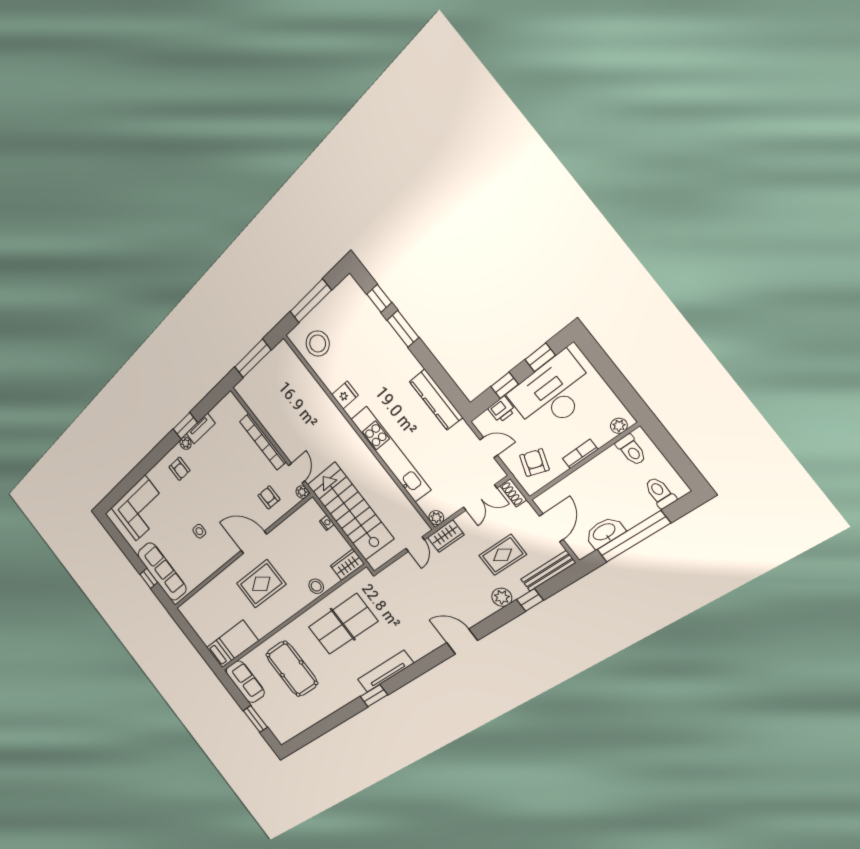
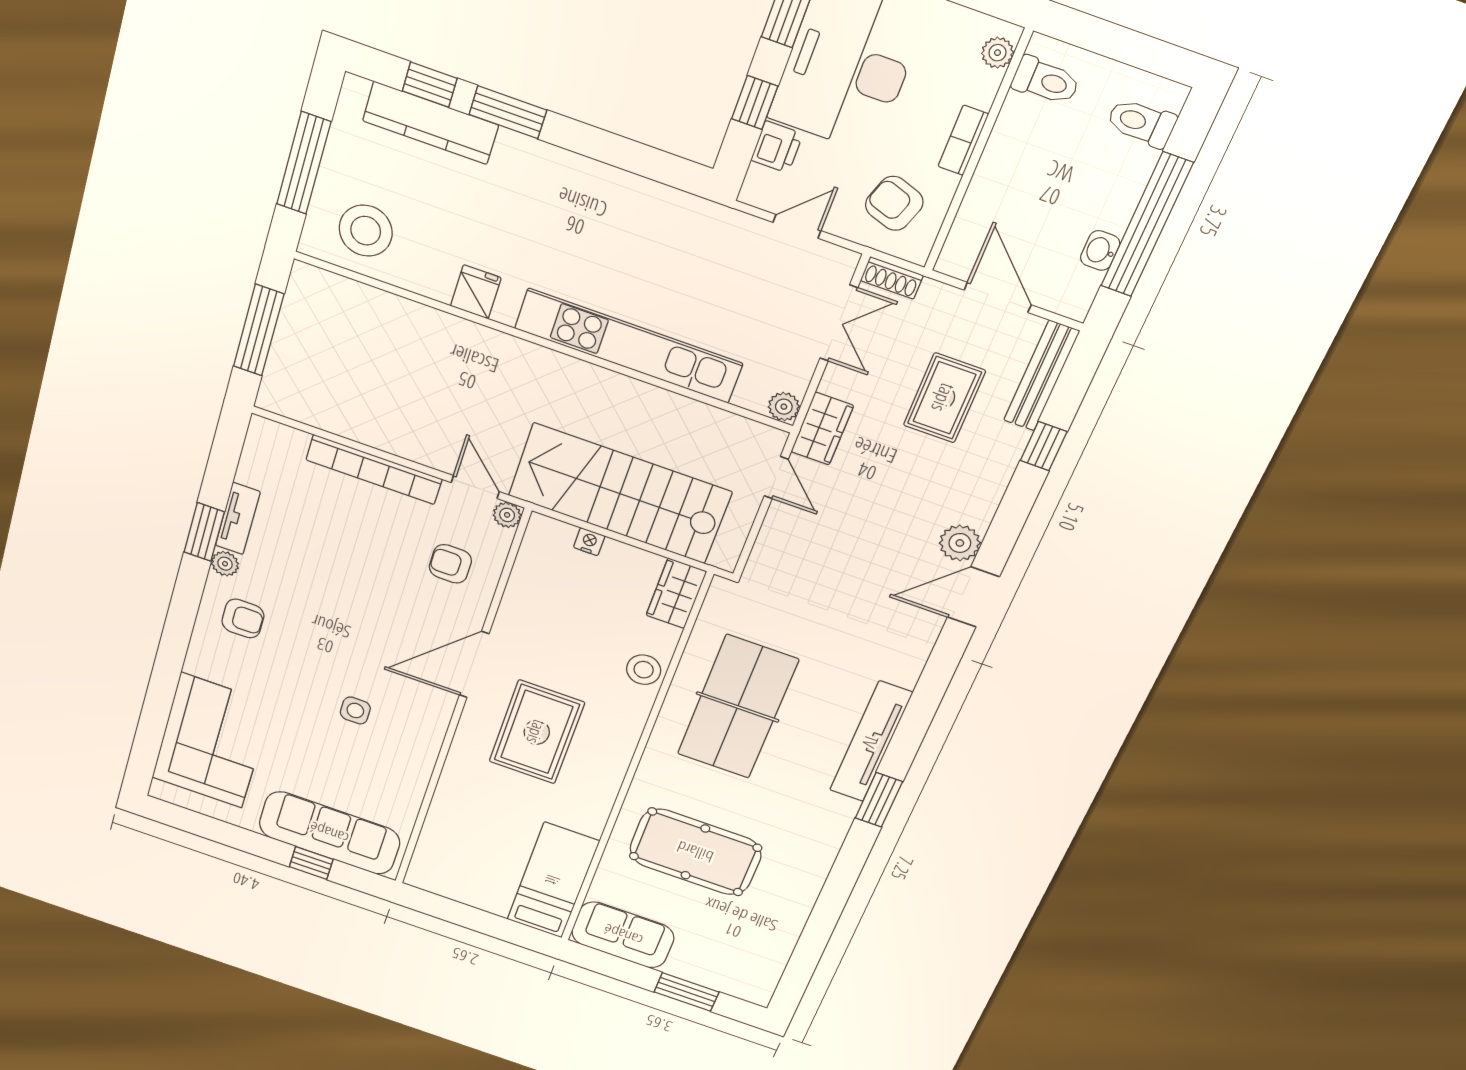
kitchen counter: (436, 400) -> (430, 123), moved
washbasin: (604, 532) -> (1100, 251), width x0.52, depth x0.69
plant: (502, 597) -> (960, 543), moved

